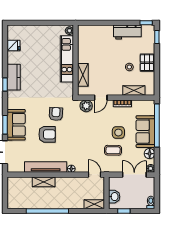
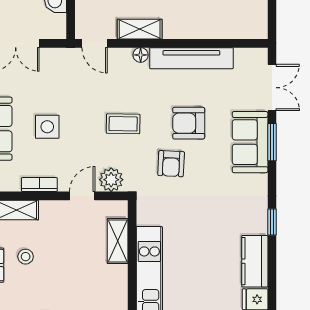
kitchen counter: (14, 77) -> (255, 261), moved
coffee table: (113, 150) -> (123, 124), moved
shelving: (44, 182) -> (140, 29), moved

